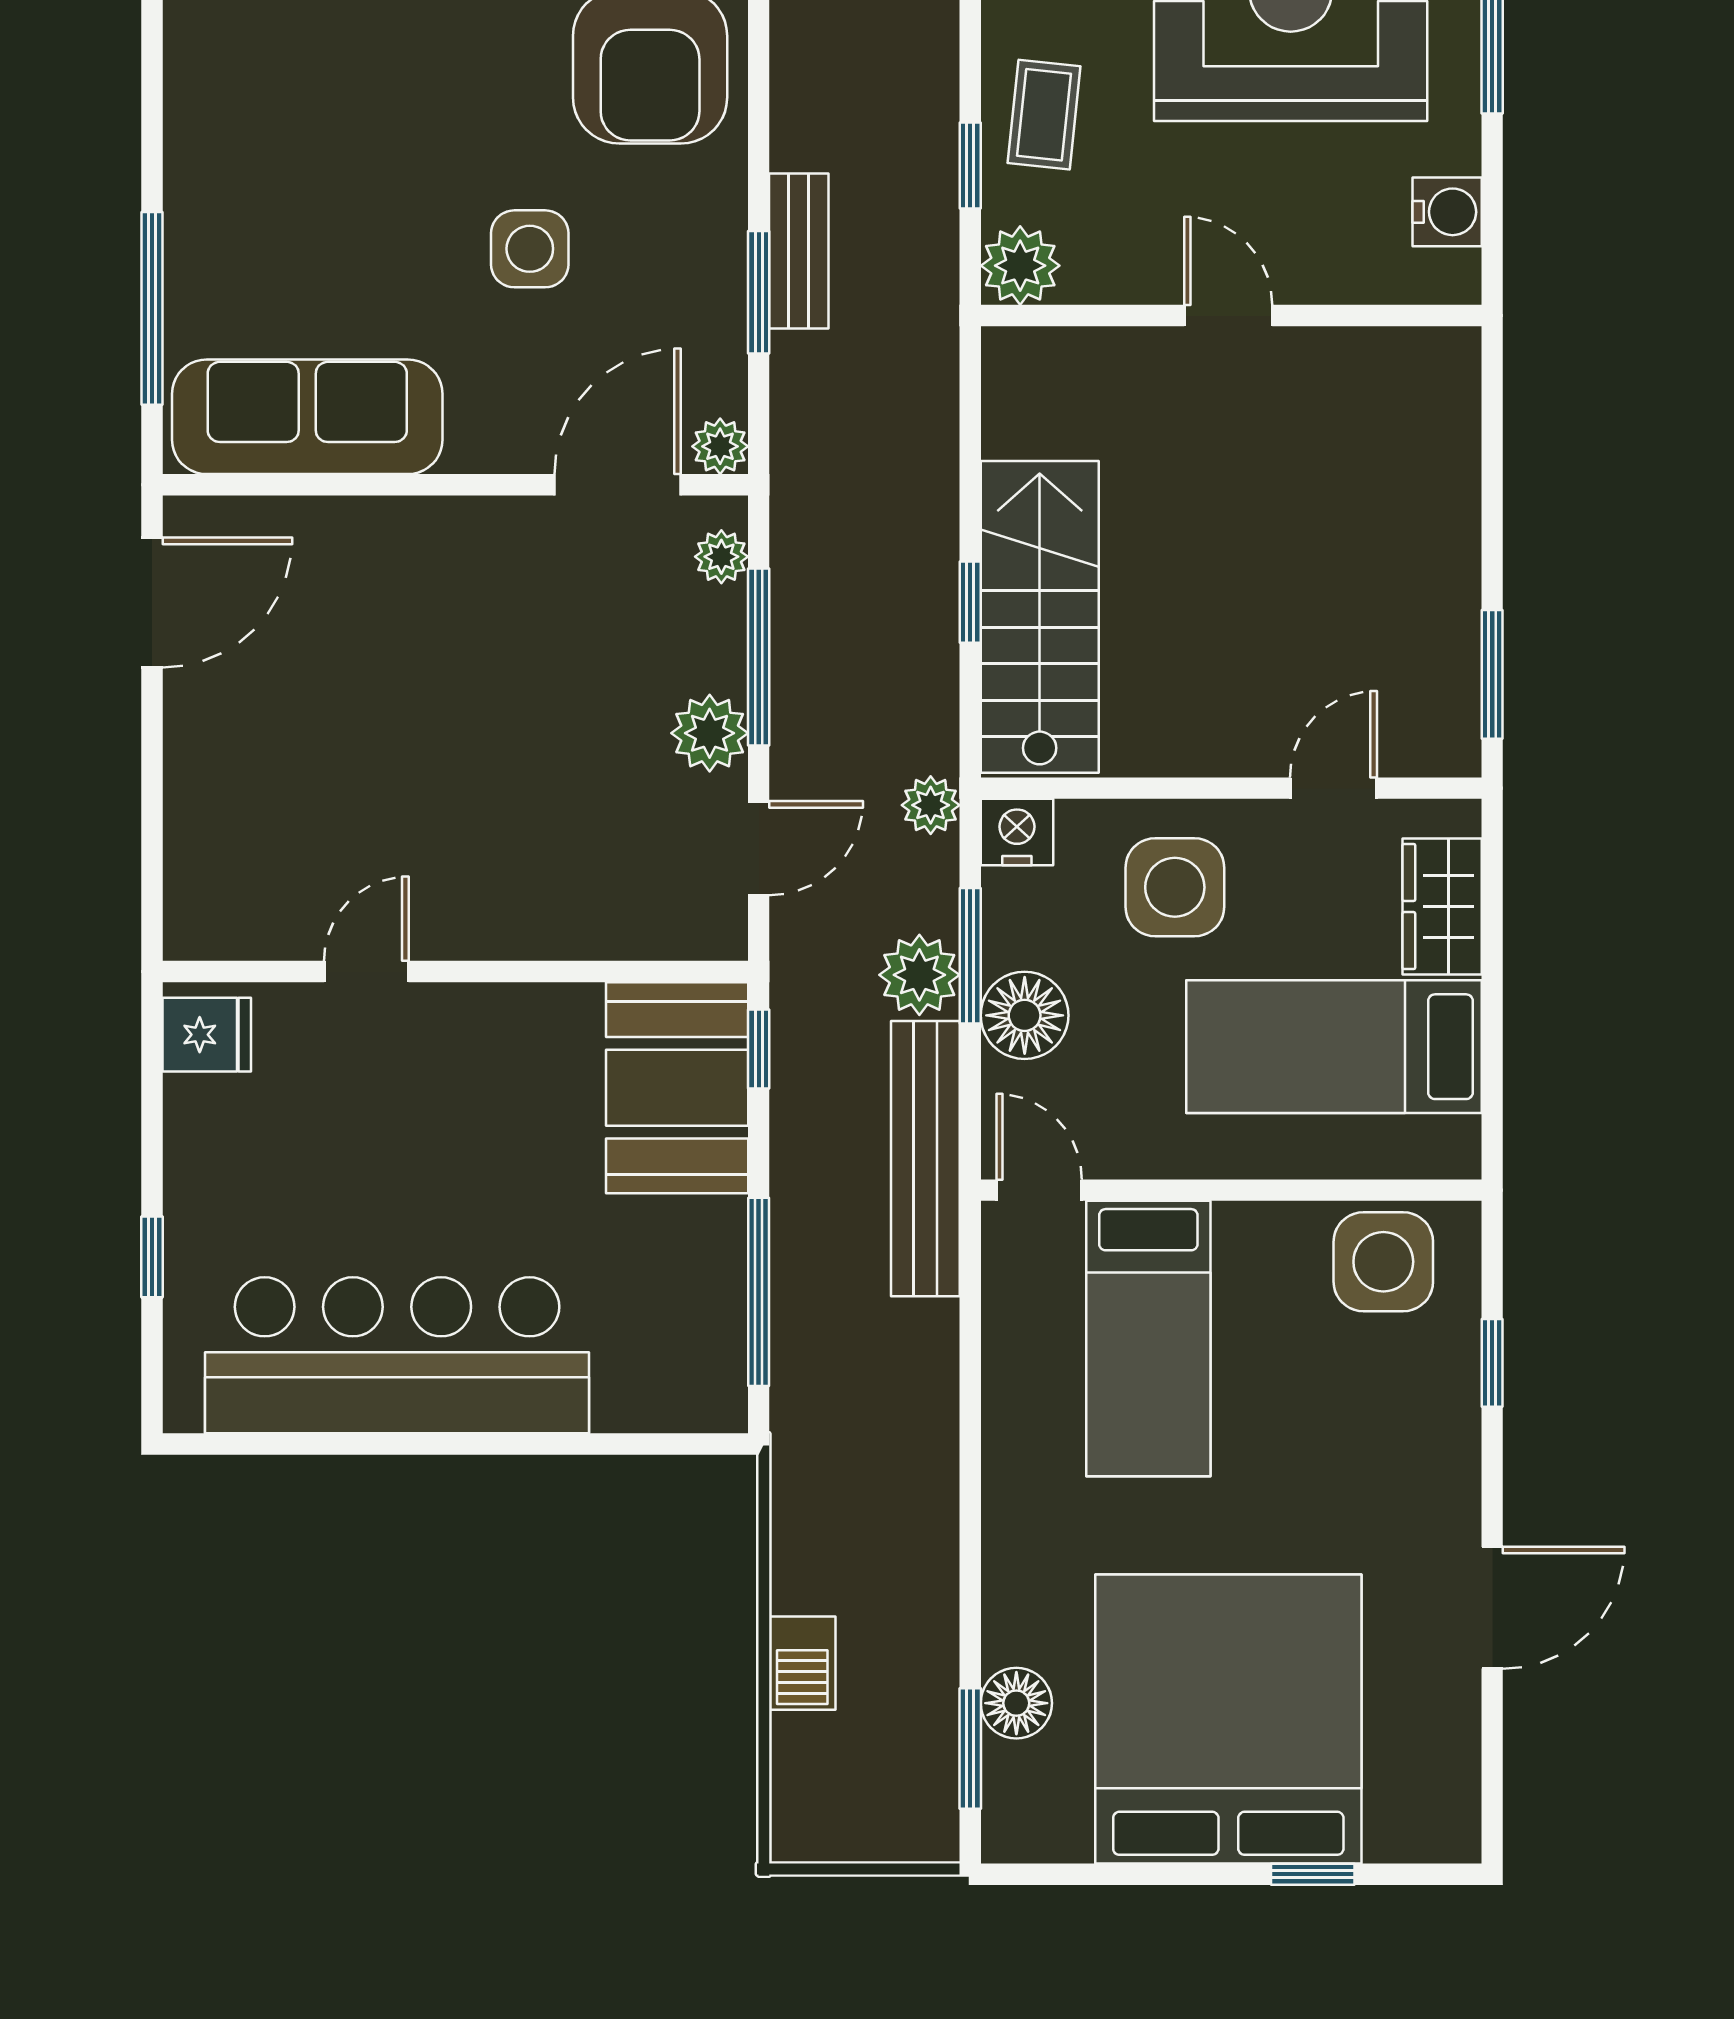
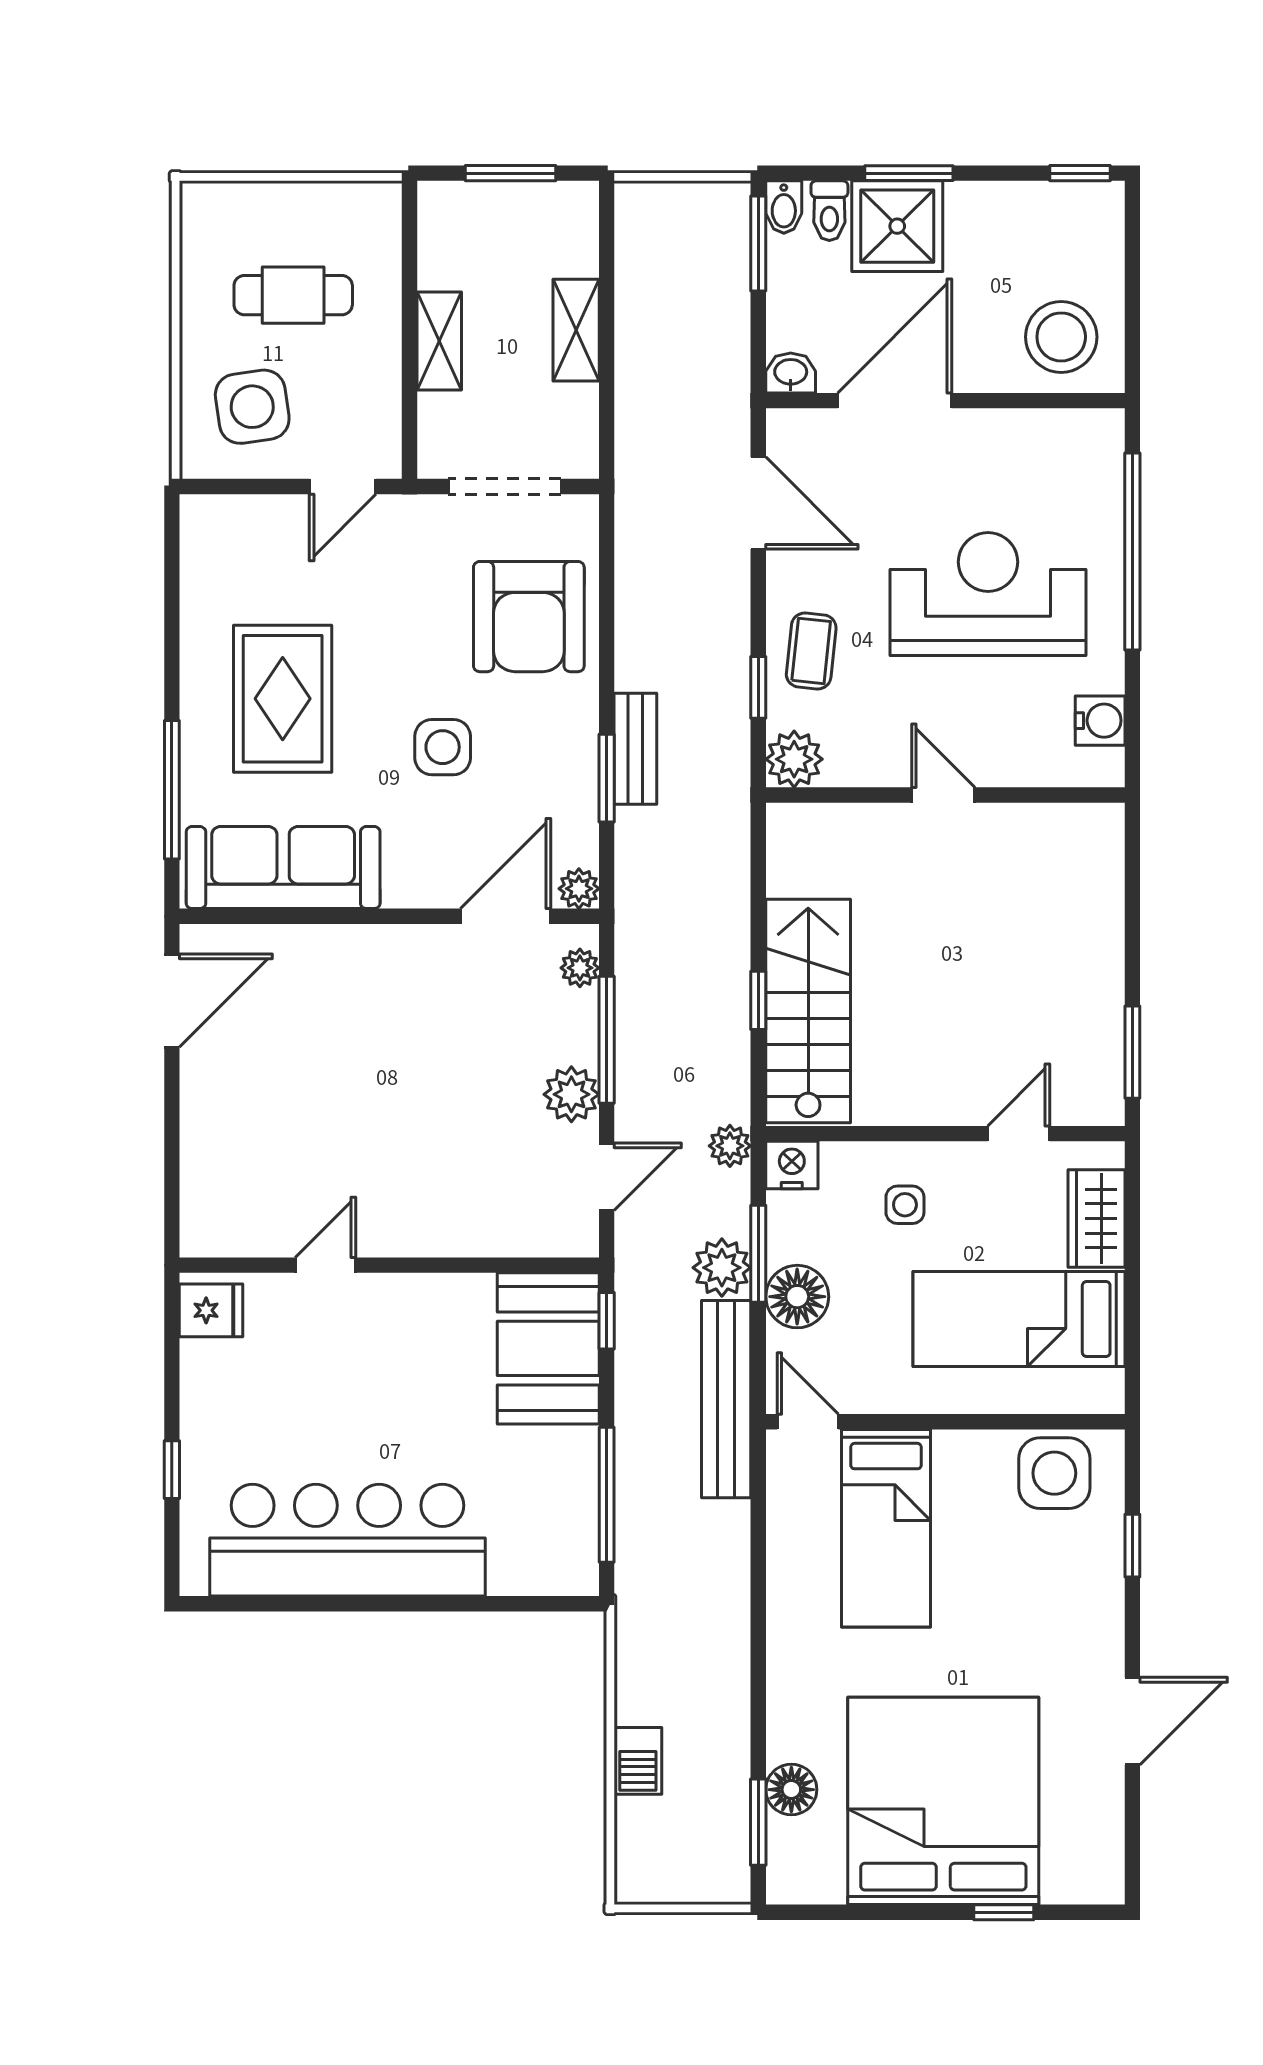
rug: (307, 181) -> (283, 699), added
side table: (1175, 887) -> (905, 1205), width x0.54, depth x0.54

